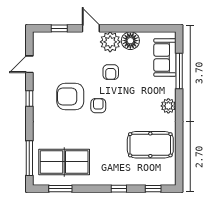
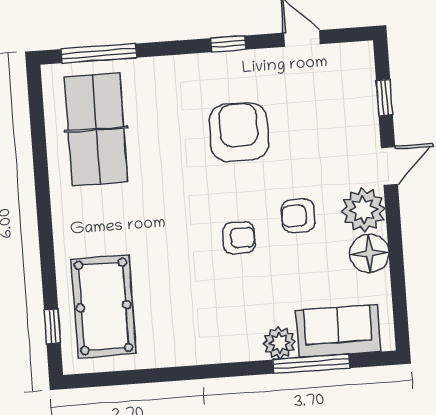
armchair: (98, 106) -> (239, 238), moved
plant: (168, 106) -> (279, 343), moved
pool table: (150, 145) -> (104, 306), moved
window: (60, 189) -> (38, 125), removed
window: (119, 189) -> (47, 252), removed

